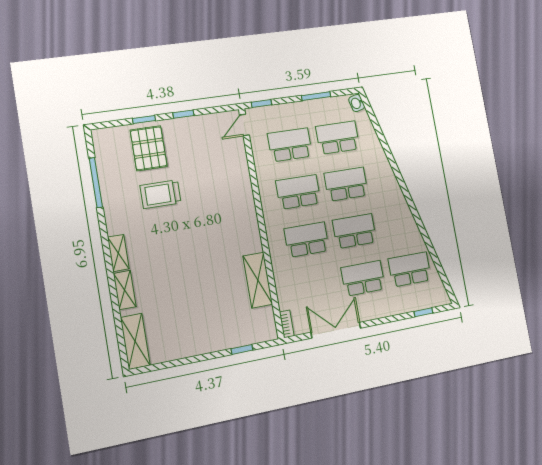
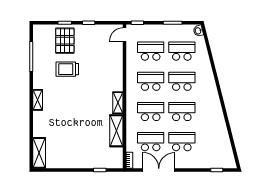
school desk: (410, 269) -> (151, 142), moved
shelving: (125, 290) -> (118, 103), moved

